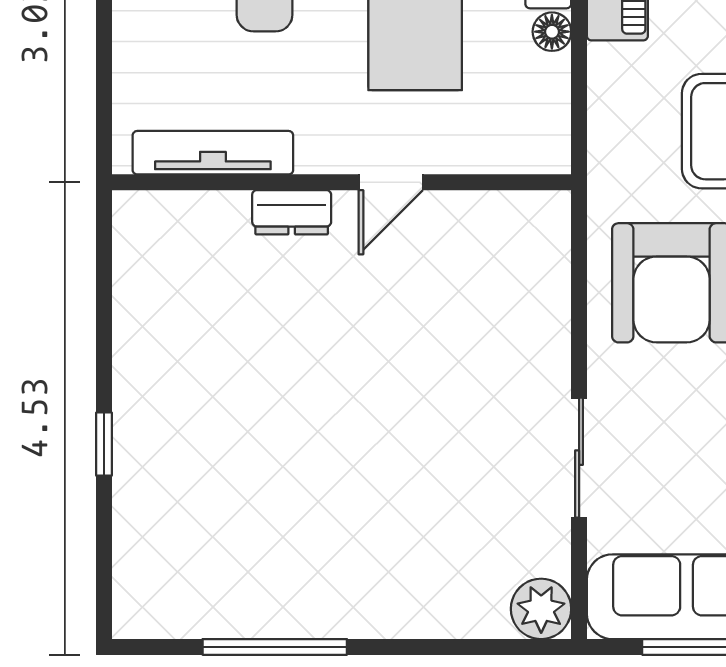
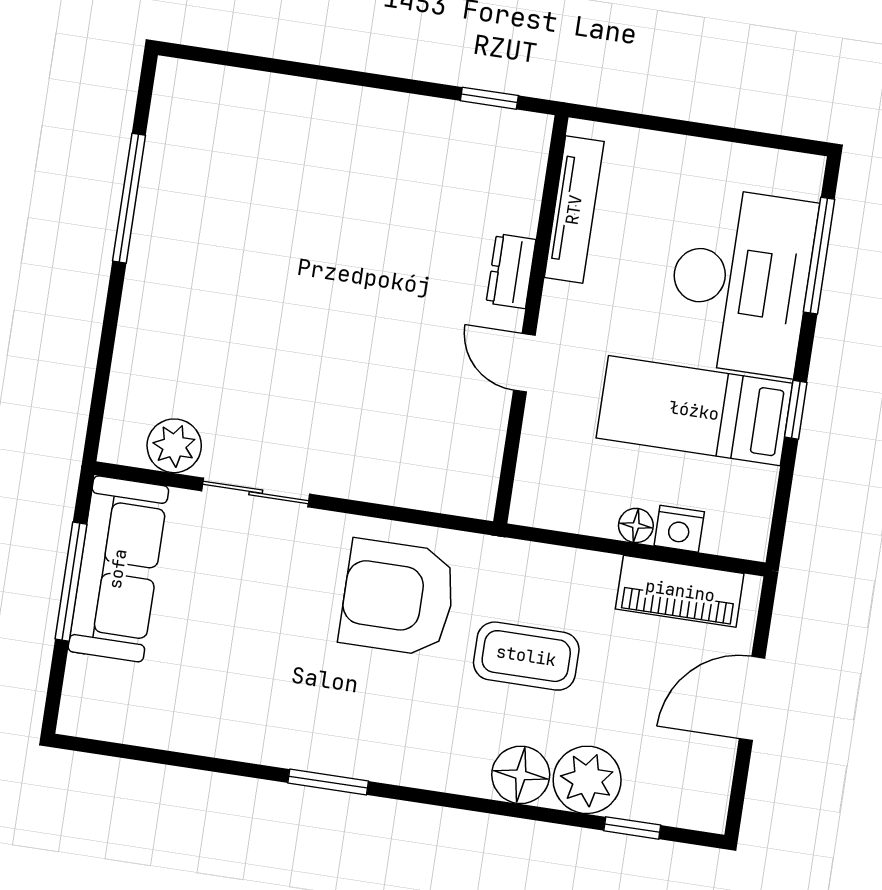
window: (104, 444) -> (489, 98), moved
plant: (541, 609) -> (174, 446), moved

